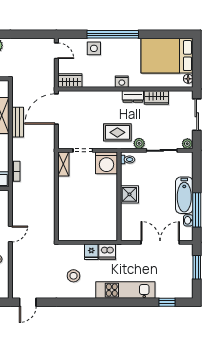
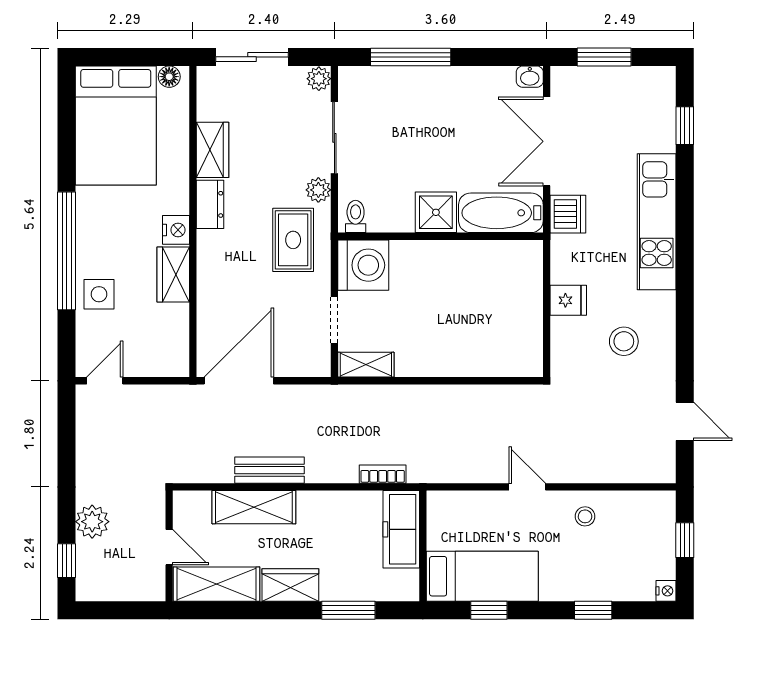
wardrobe: (70, 81) -> (173, 274), moved
door: (56, 109) -> (239, 381), swing flipped
bathtub: (184, 195) -> (501, 213), moved, turned 180
window: (197, 210) -> (411, 57), moved
washbasin: (188, 220) -> (530, 77), moved
dishwasher: (107, 252) -> (568, 214), moved
door: (28, 302) -> (685, 421), moved

